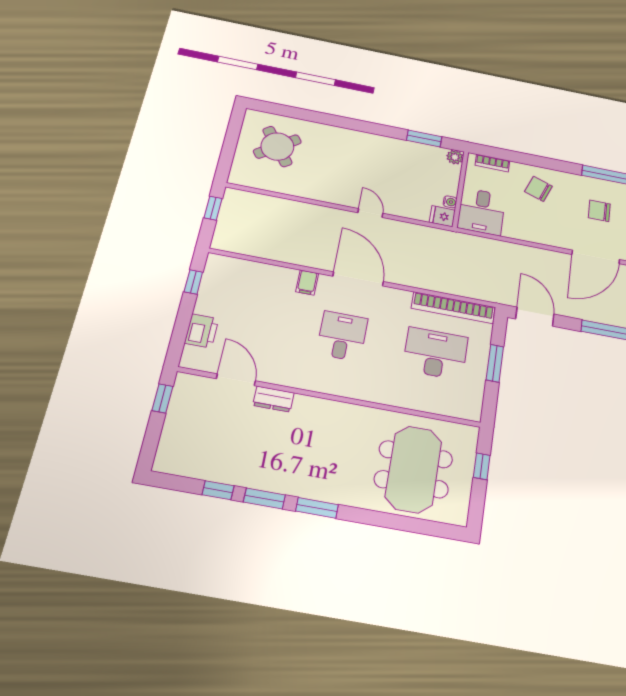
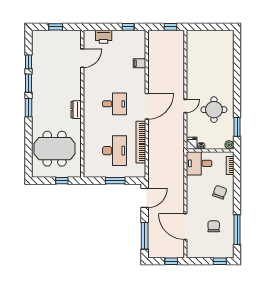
round table: (277, 147) -> (214, 110), moved, turned 36
filing cabinet: (307, 283) -> (139, 63), moved
bookcase: (453, 308) -> (141, 142), moved
window: (162, 398) -> (56, 27), moved
dresser: (273, 399) -> (76, 110), moved

